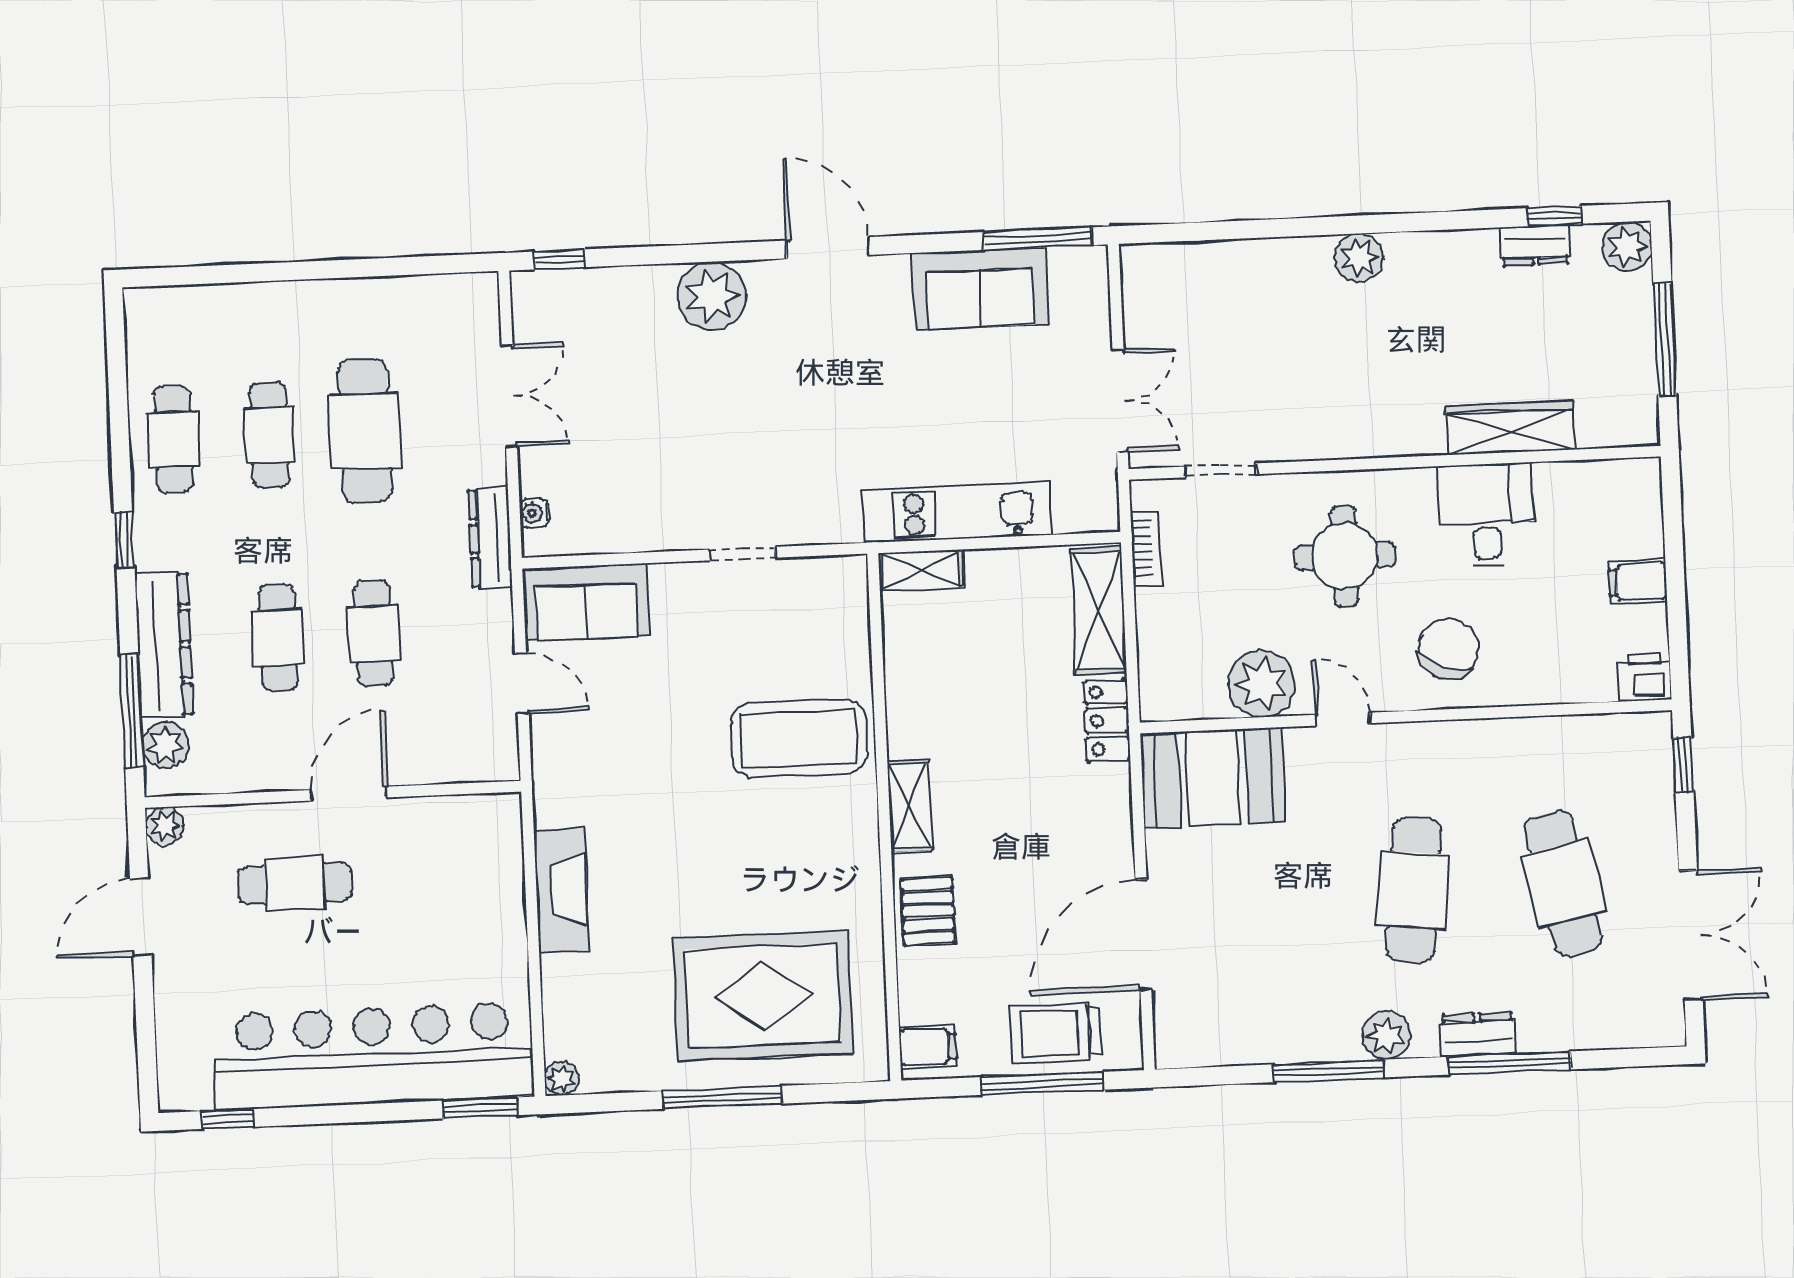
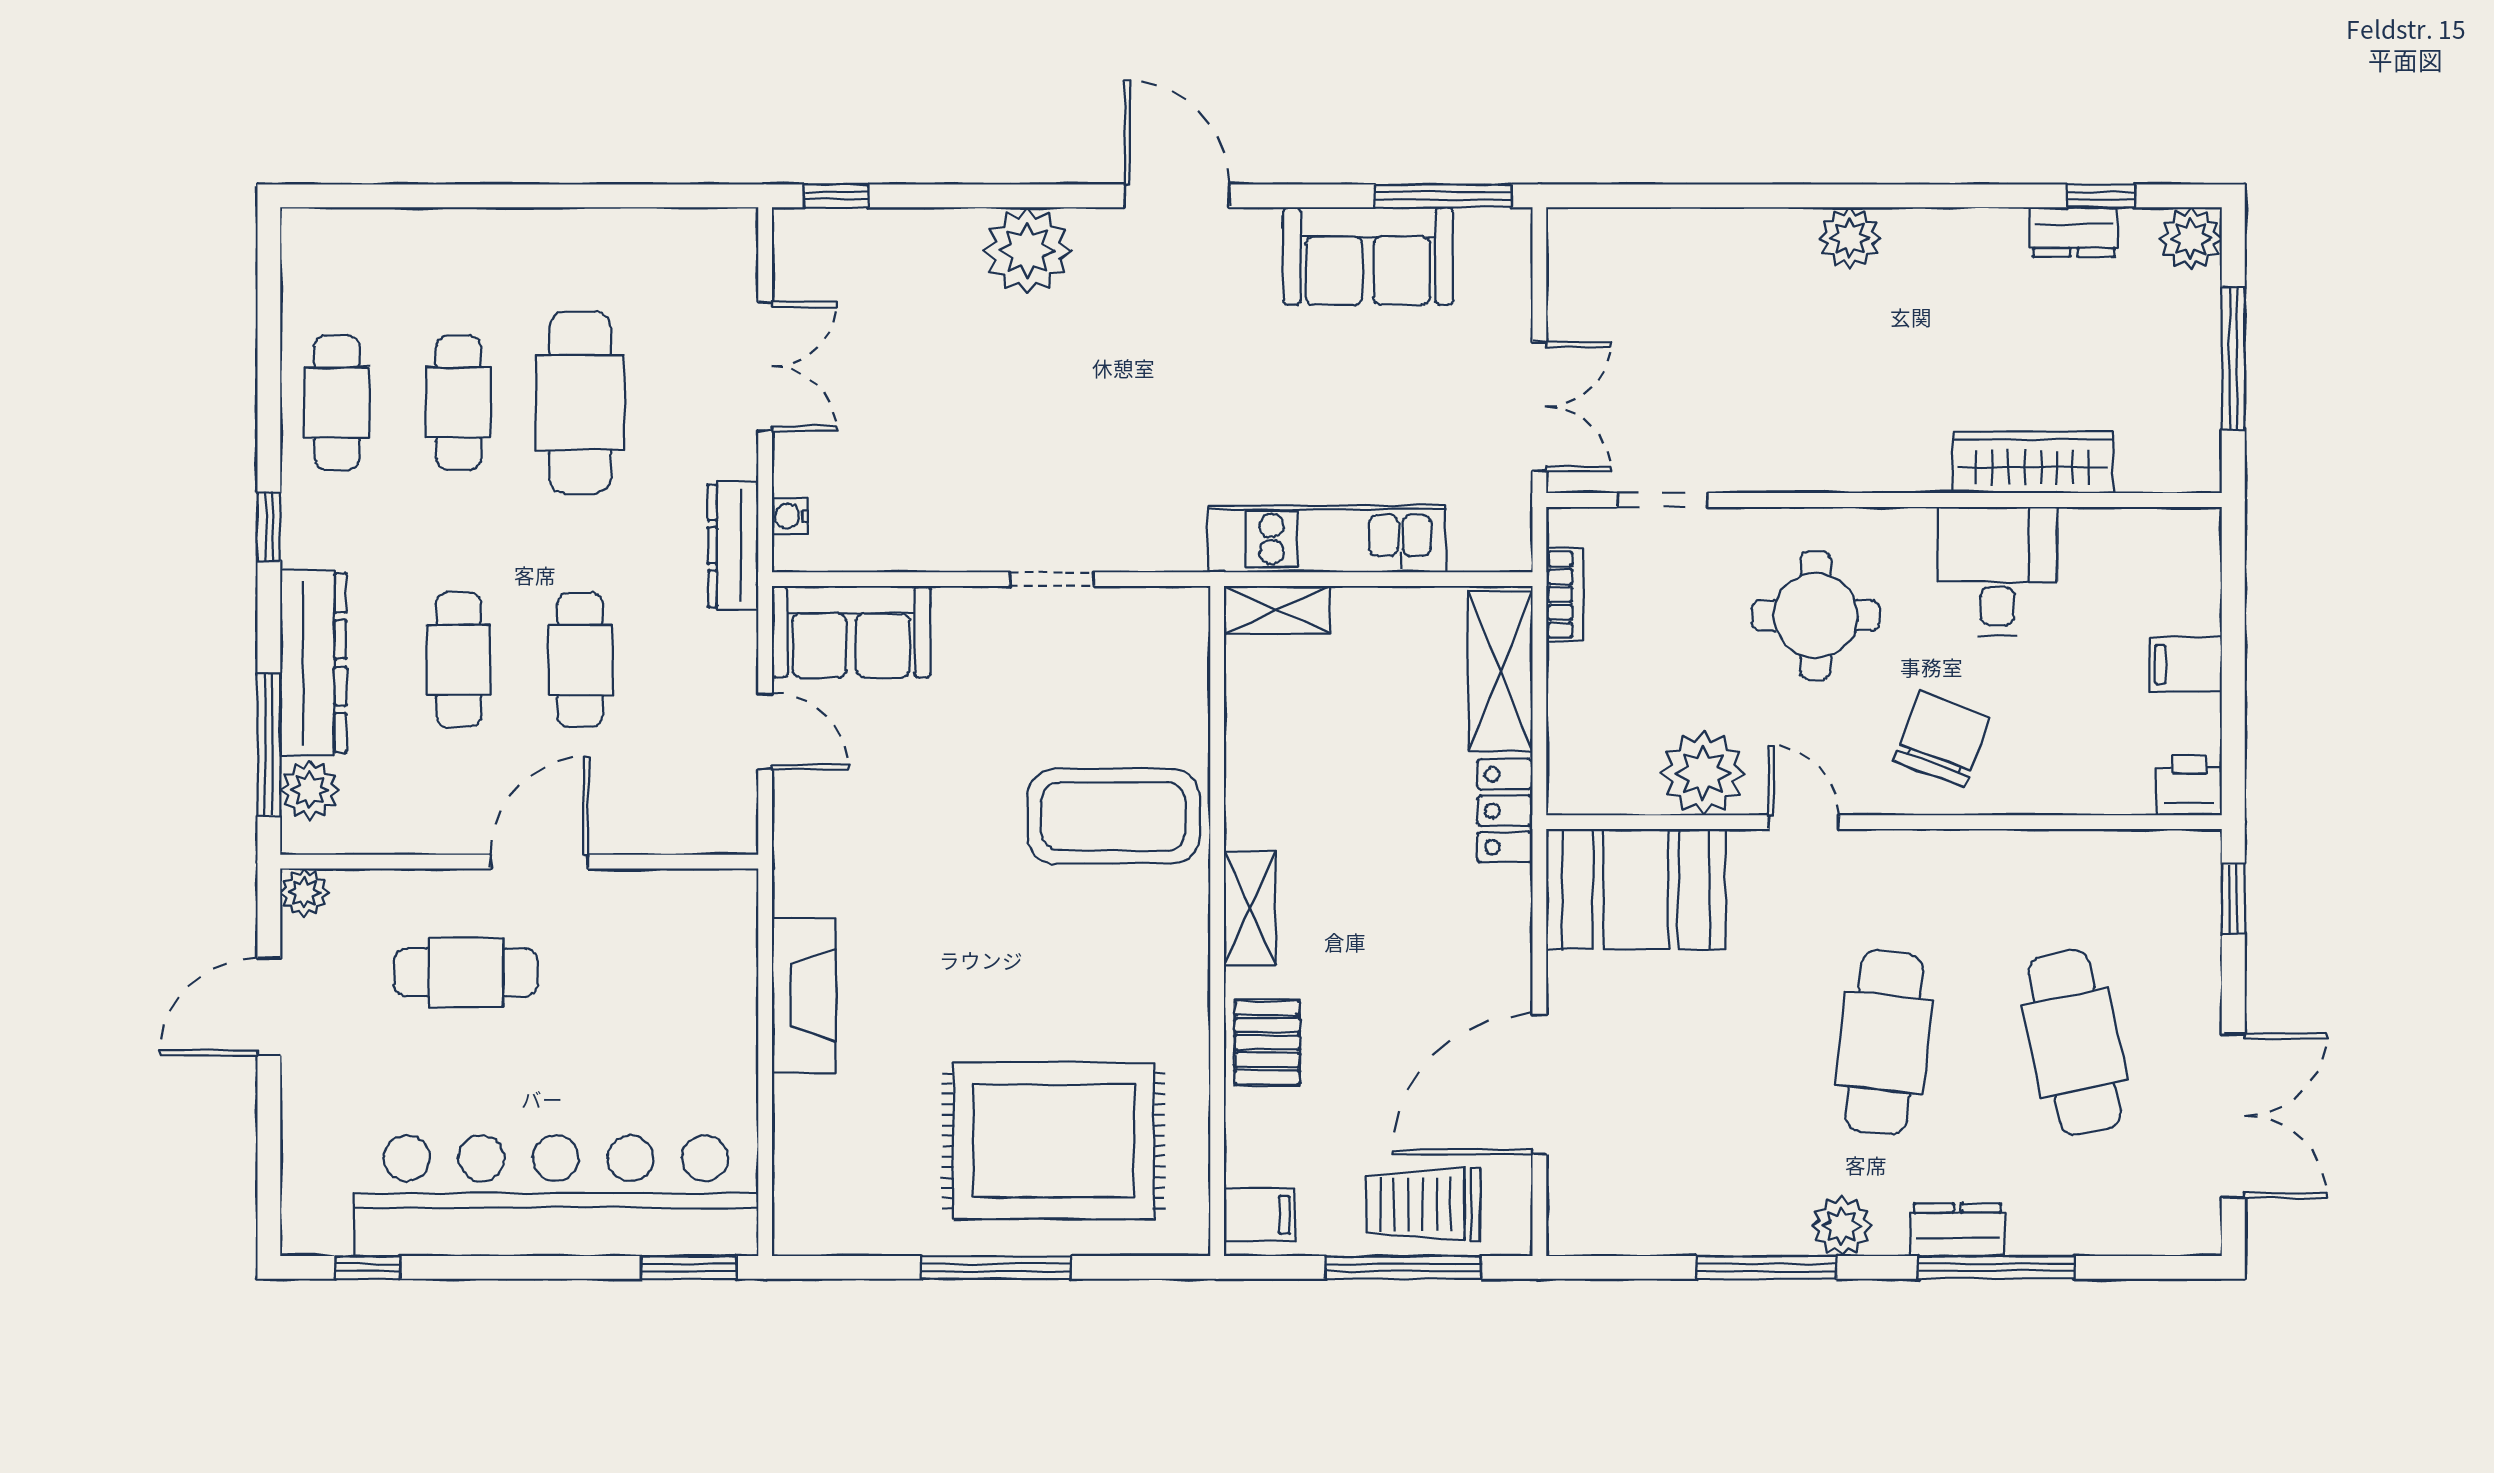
plant: (561, 1078) -> (793, 1235), removed

